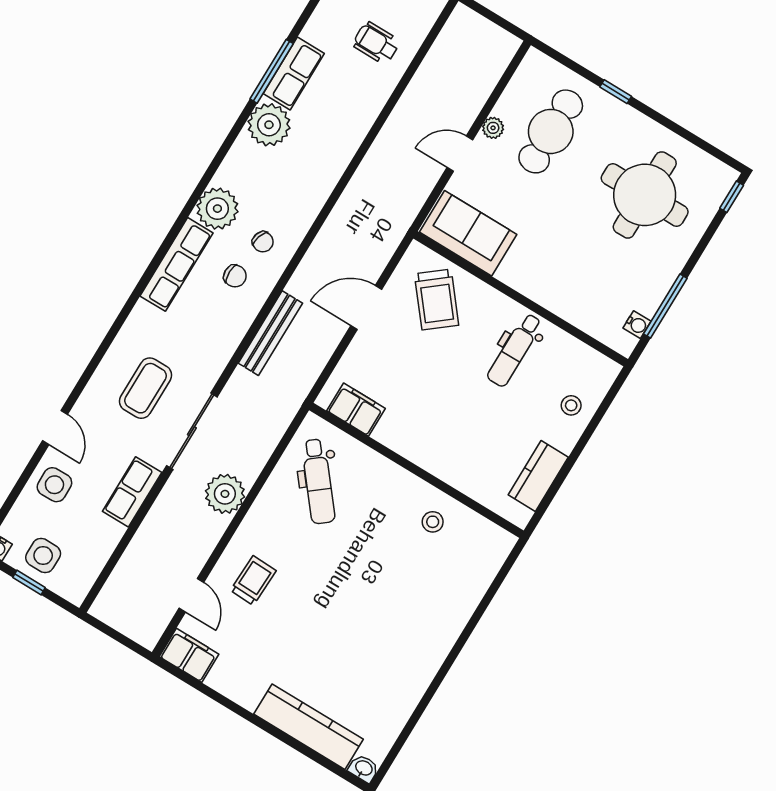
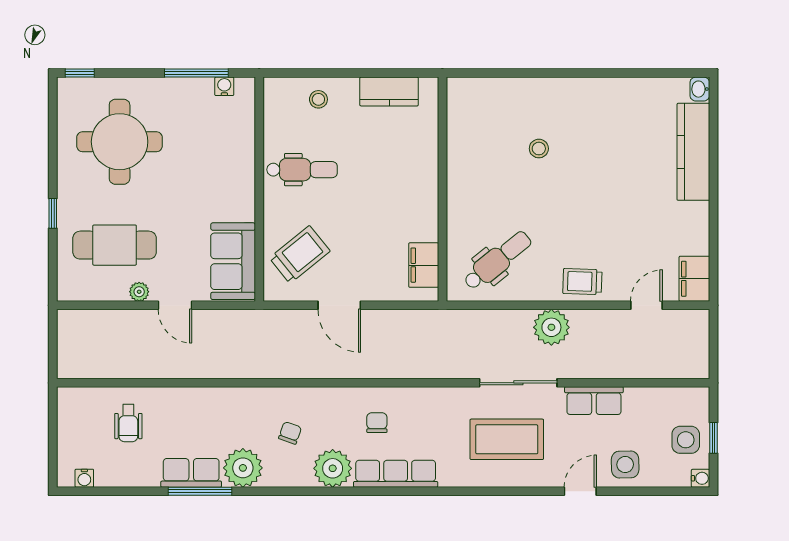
chair: (263, 242) -> (290, 433), moved
bench: (270, 333) -> (405, 368), removed
coffee table: (146, 388) -> (507, 439), width x1.36, depth x1.32
stool: (433, 522) -> (539, 149), moved
trolley: (253, 580) -> (582, 282), moved

